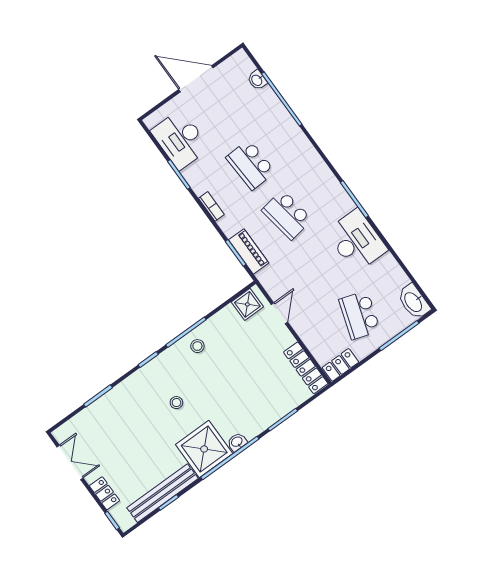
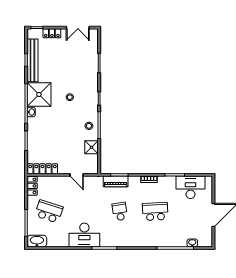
school desk: (287, 215) -> (120, 211), width x0.54
shower: (247, 304) -> (91, 147), moved

